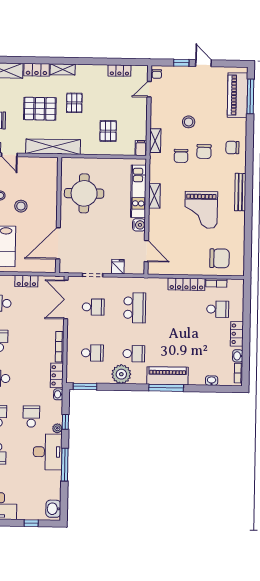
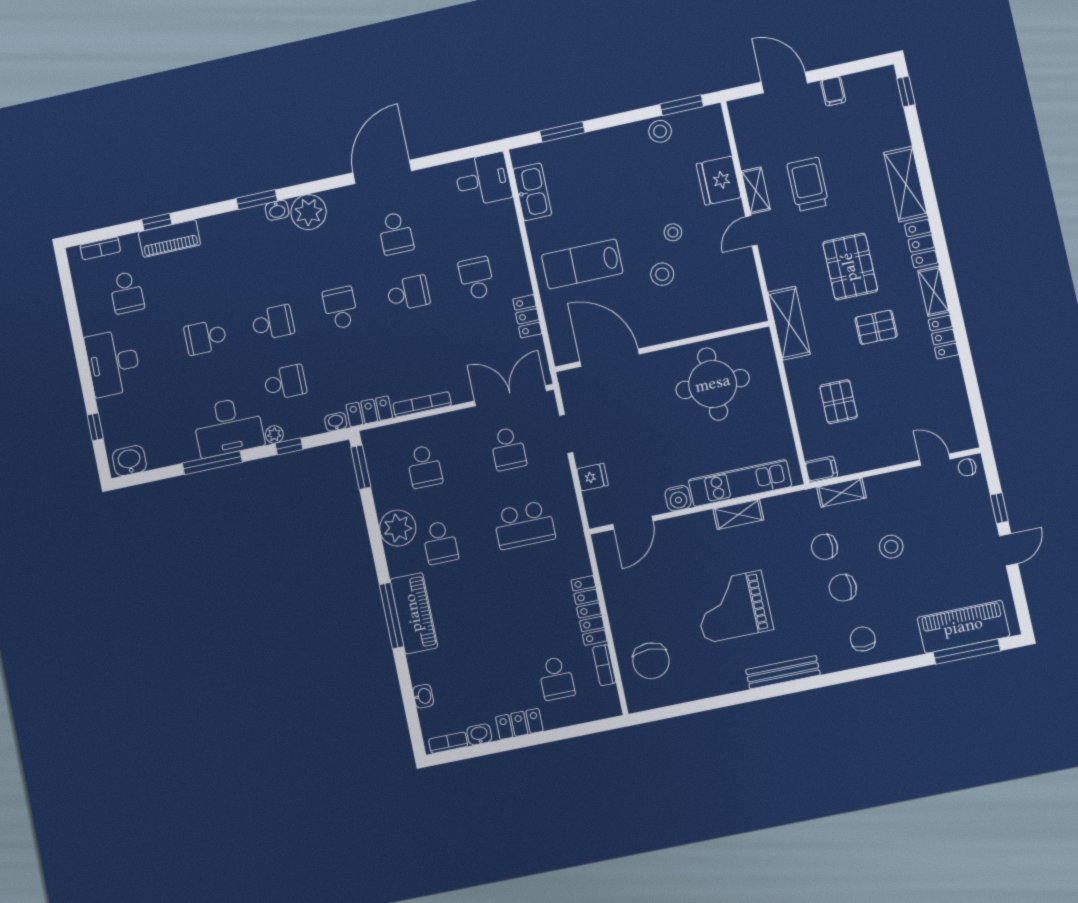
locker: (119, 71) -> (943, 337), moved
pallet: (108, 131) -> (839, 402), turned 90
shelving: (53, 147) -> (789, 323), width x0.68

